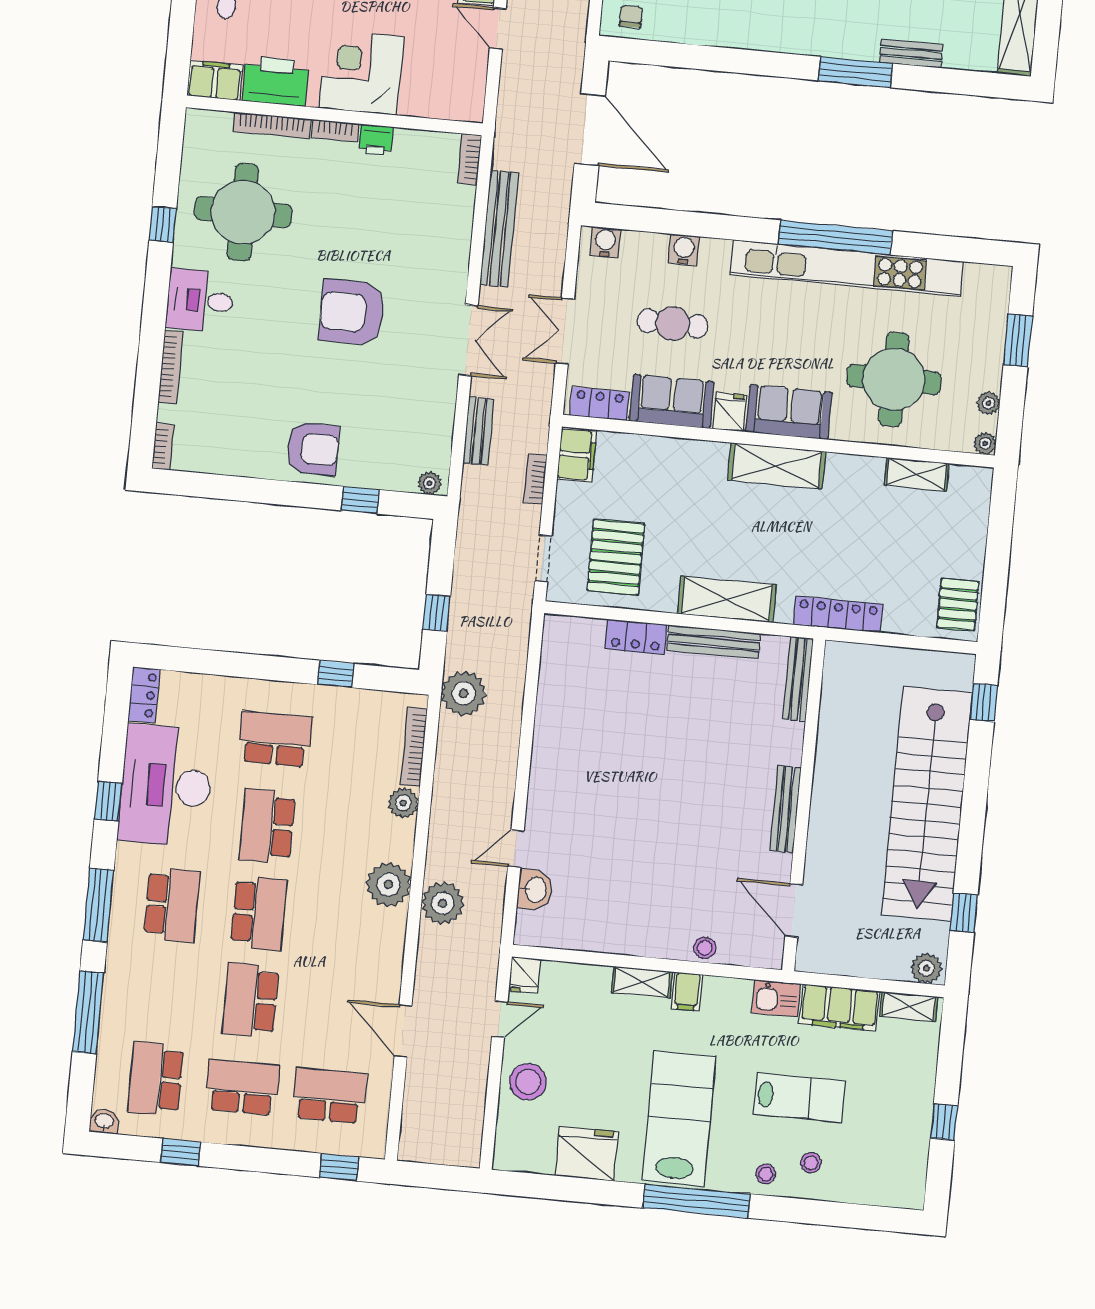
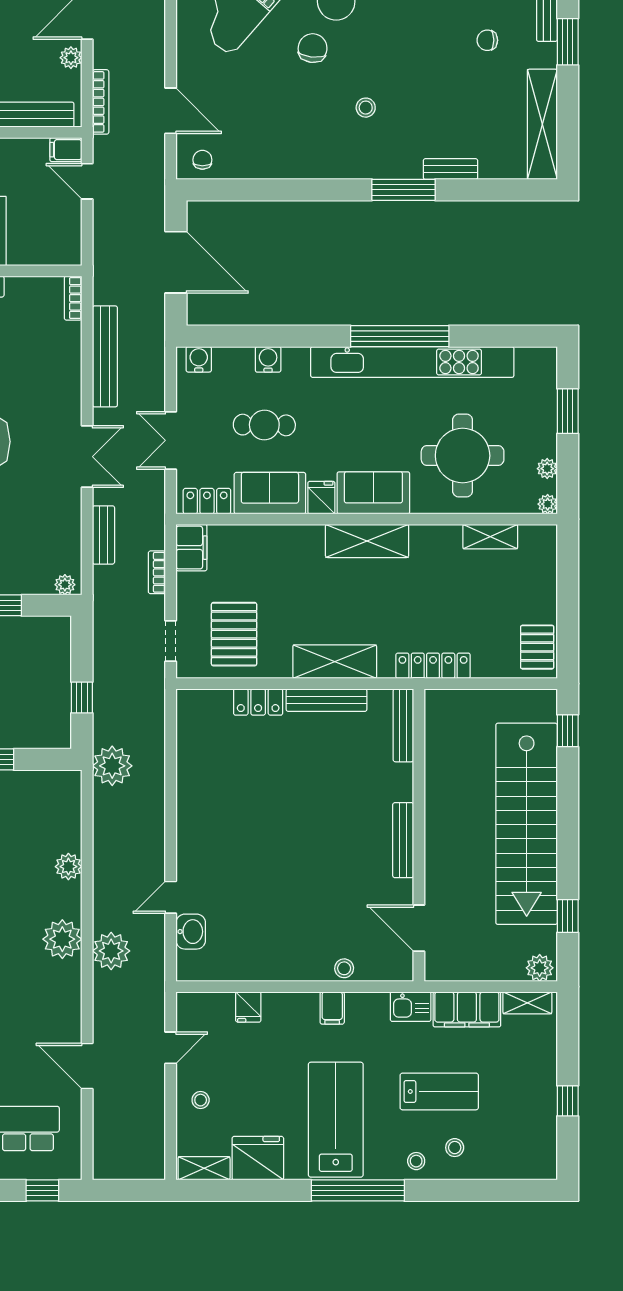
bookcase: (414, 747) -> (73, 817), removed
fridge: (524, 975) -> (248, 1007), moved
shelving: (642, 982) -> (204, 1168), moved
stool: (528, 1082) -> (201, 1100), width x0.53, depth x0.53

